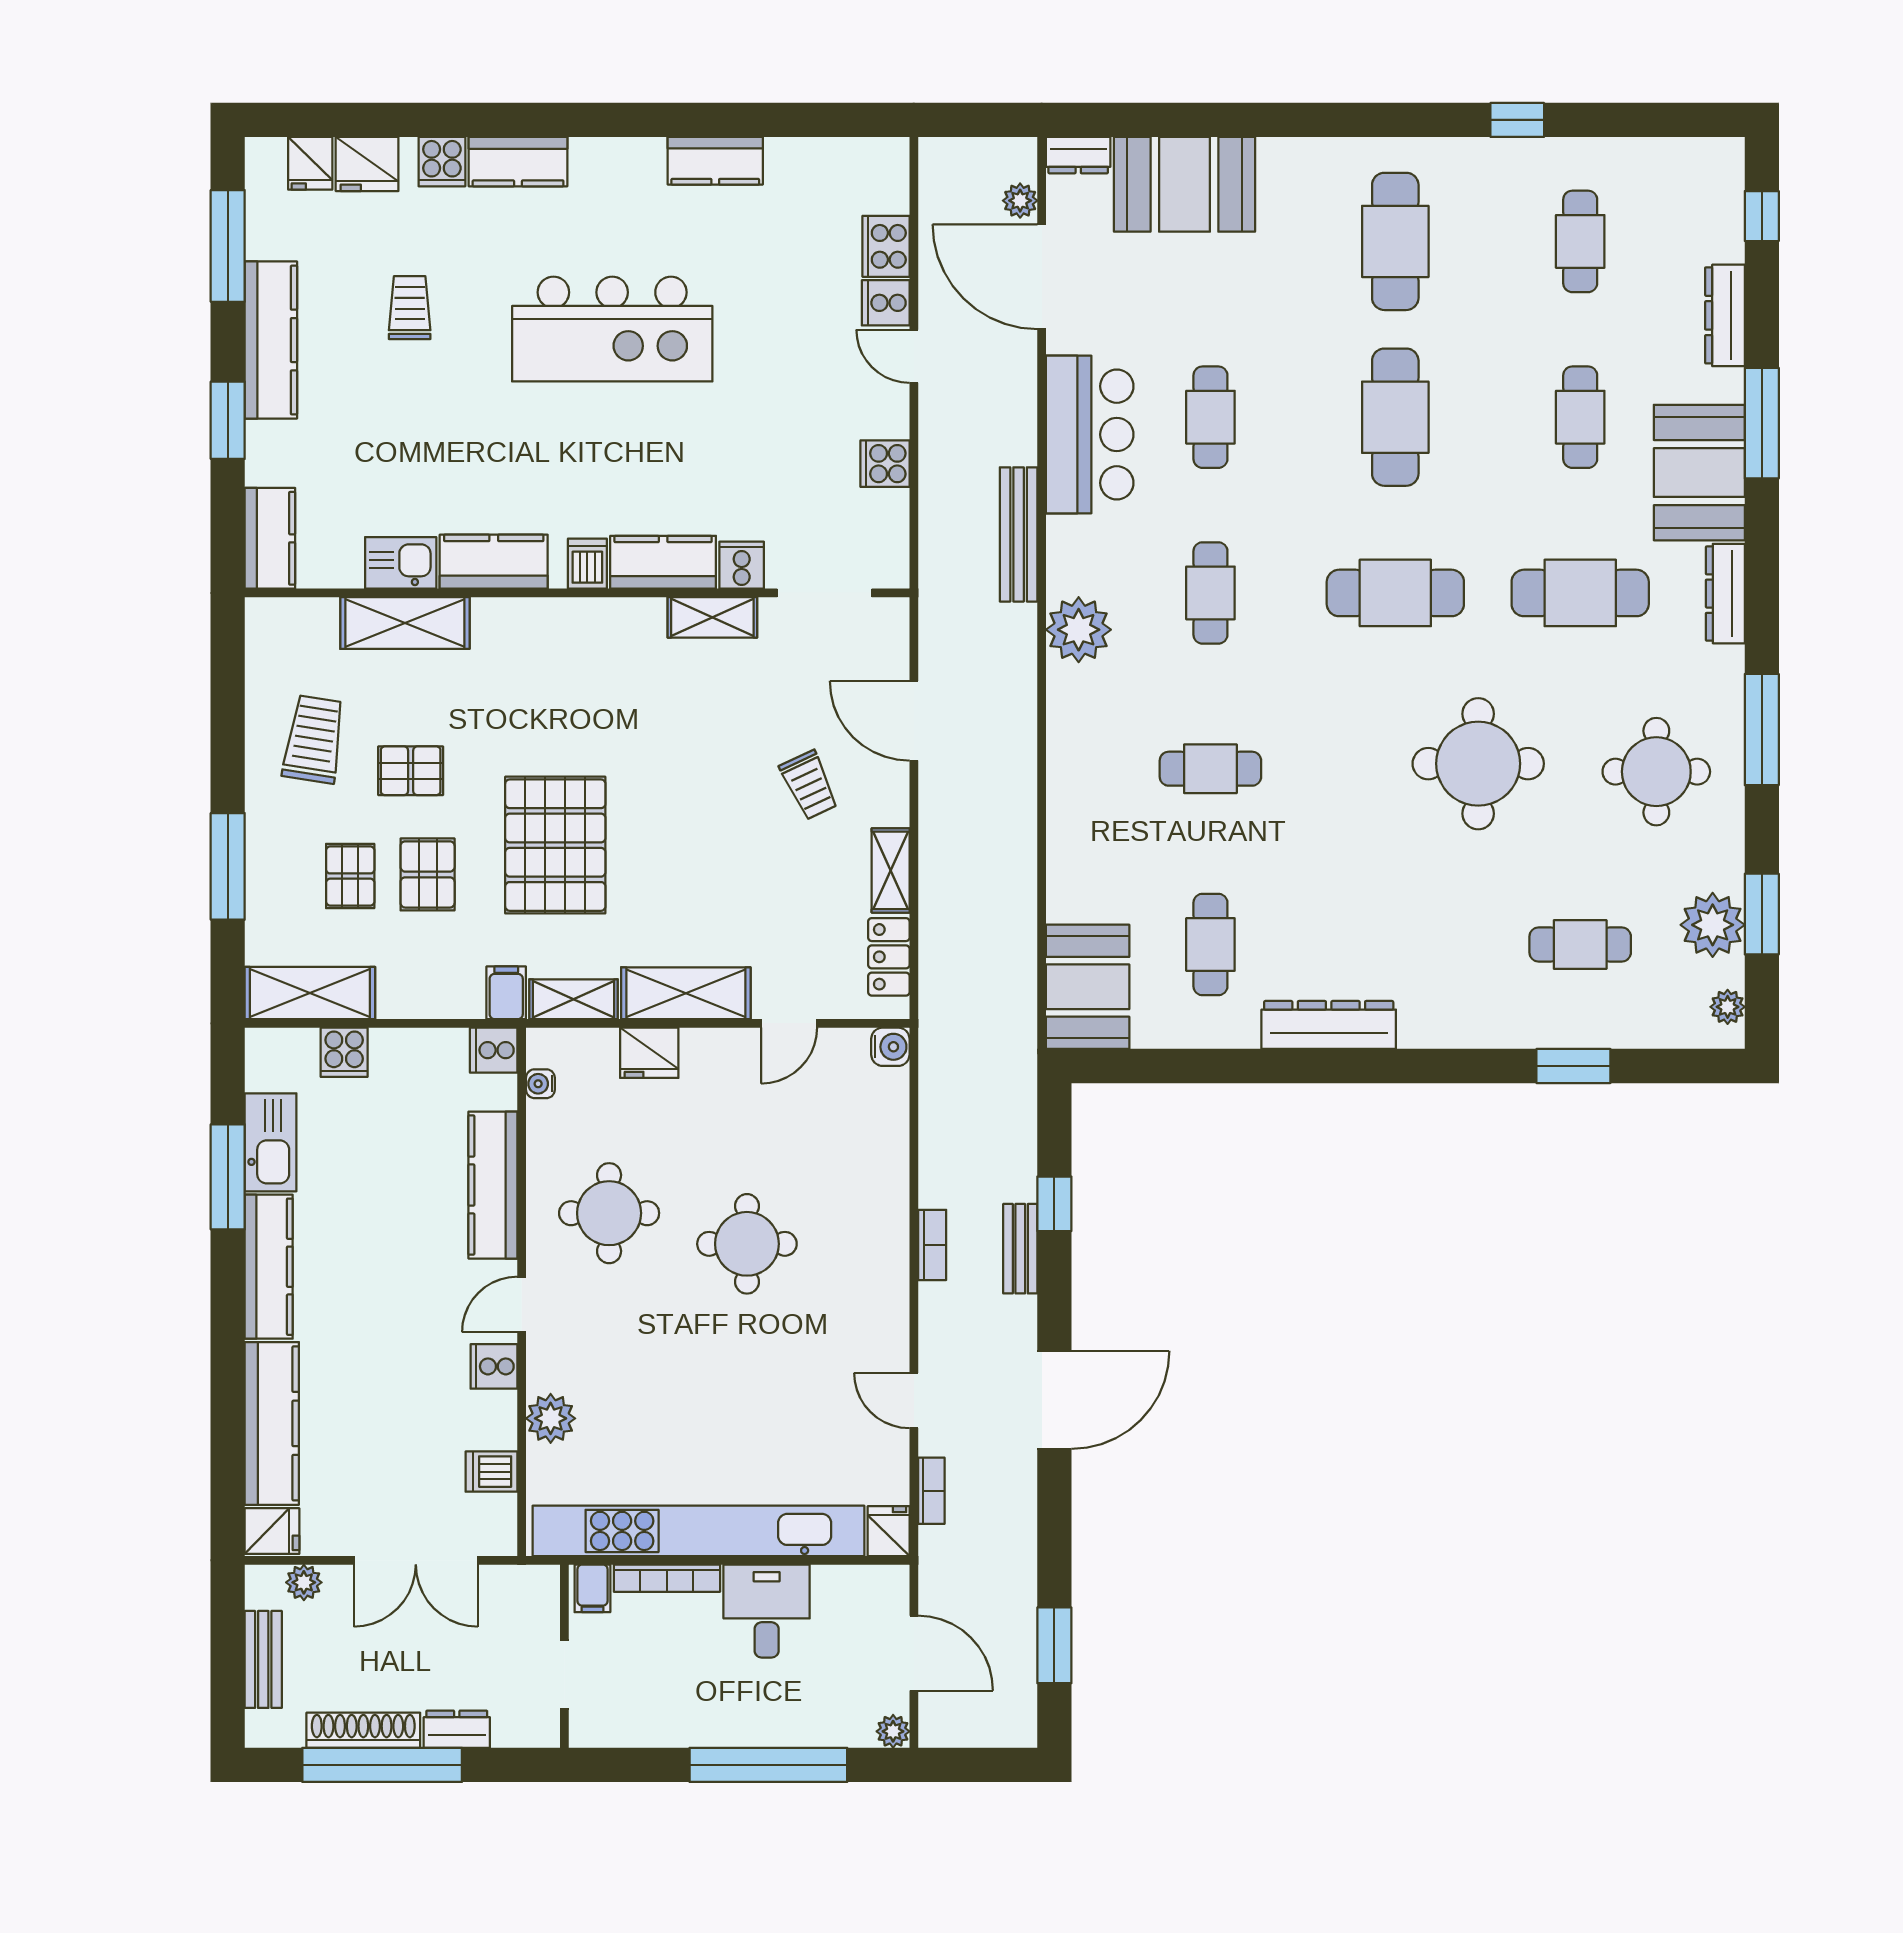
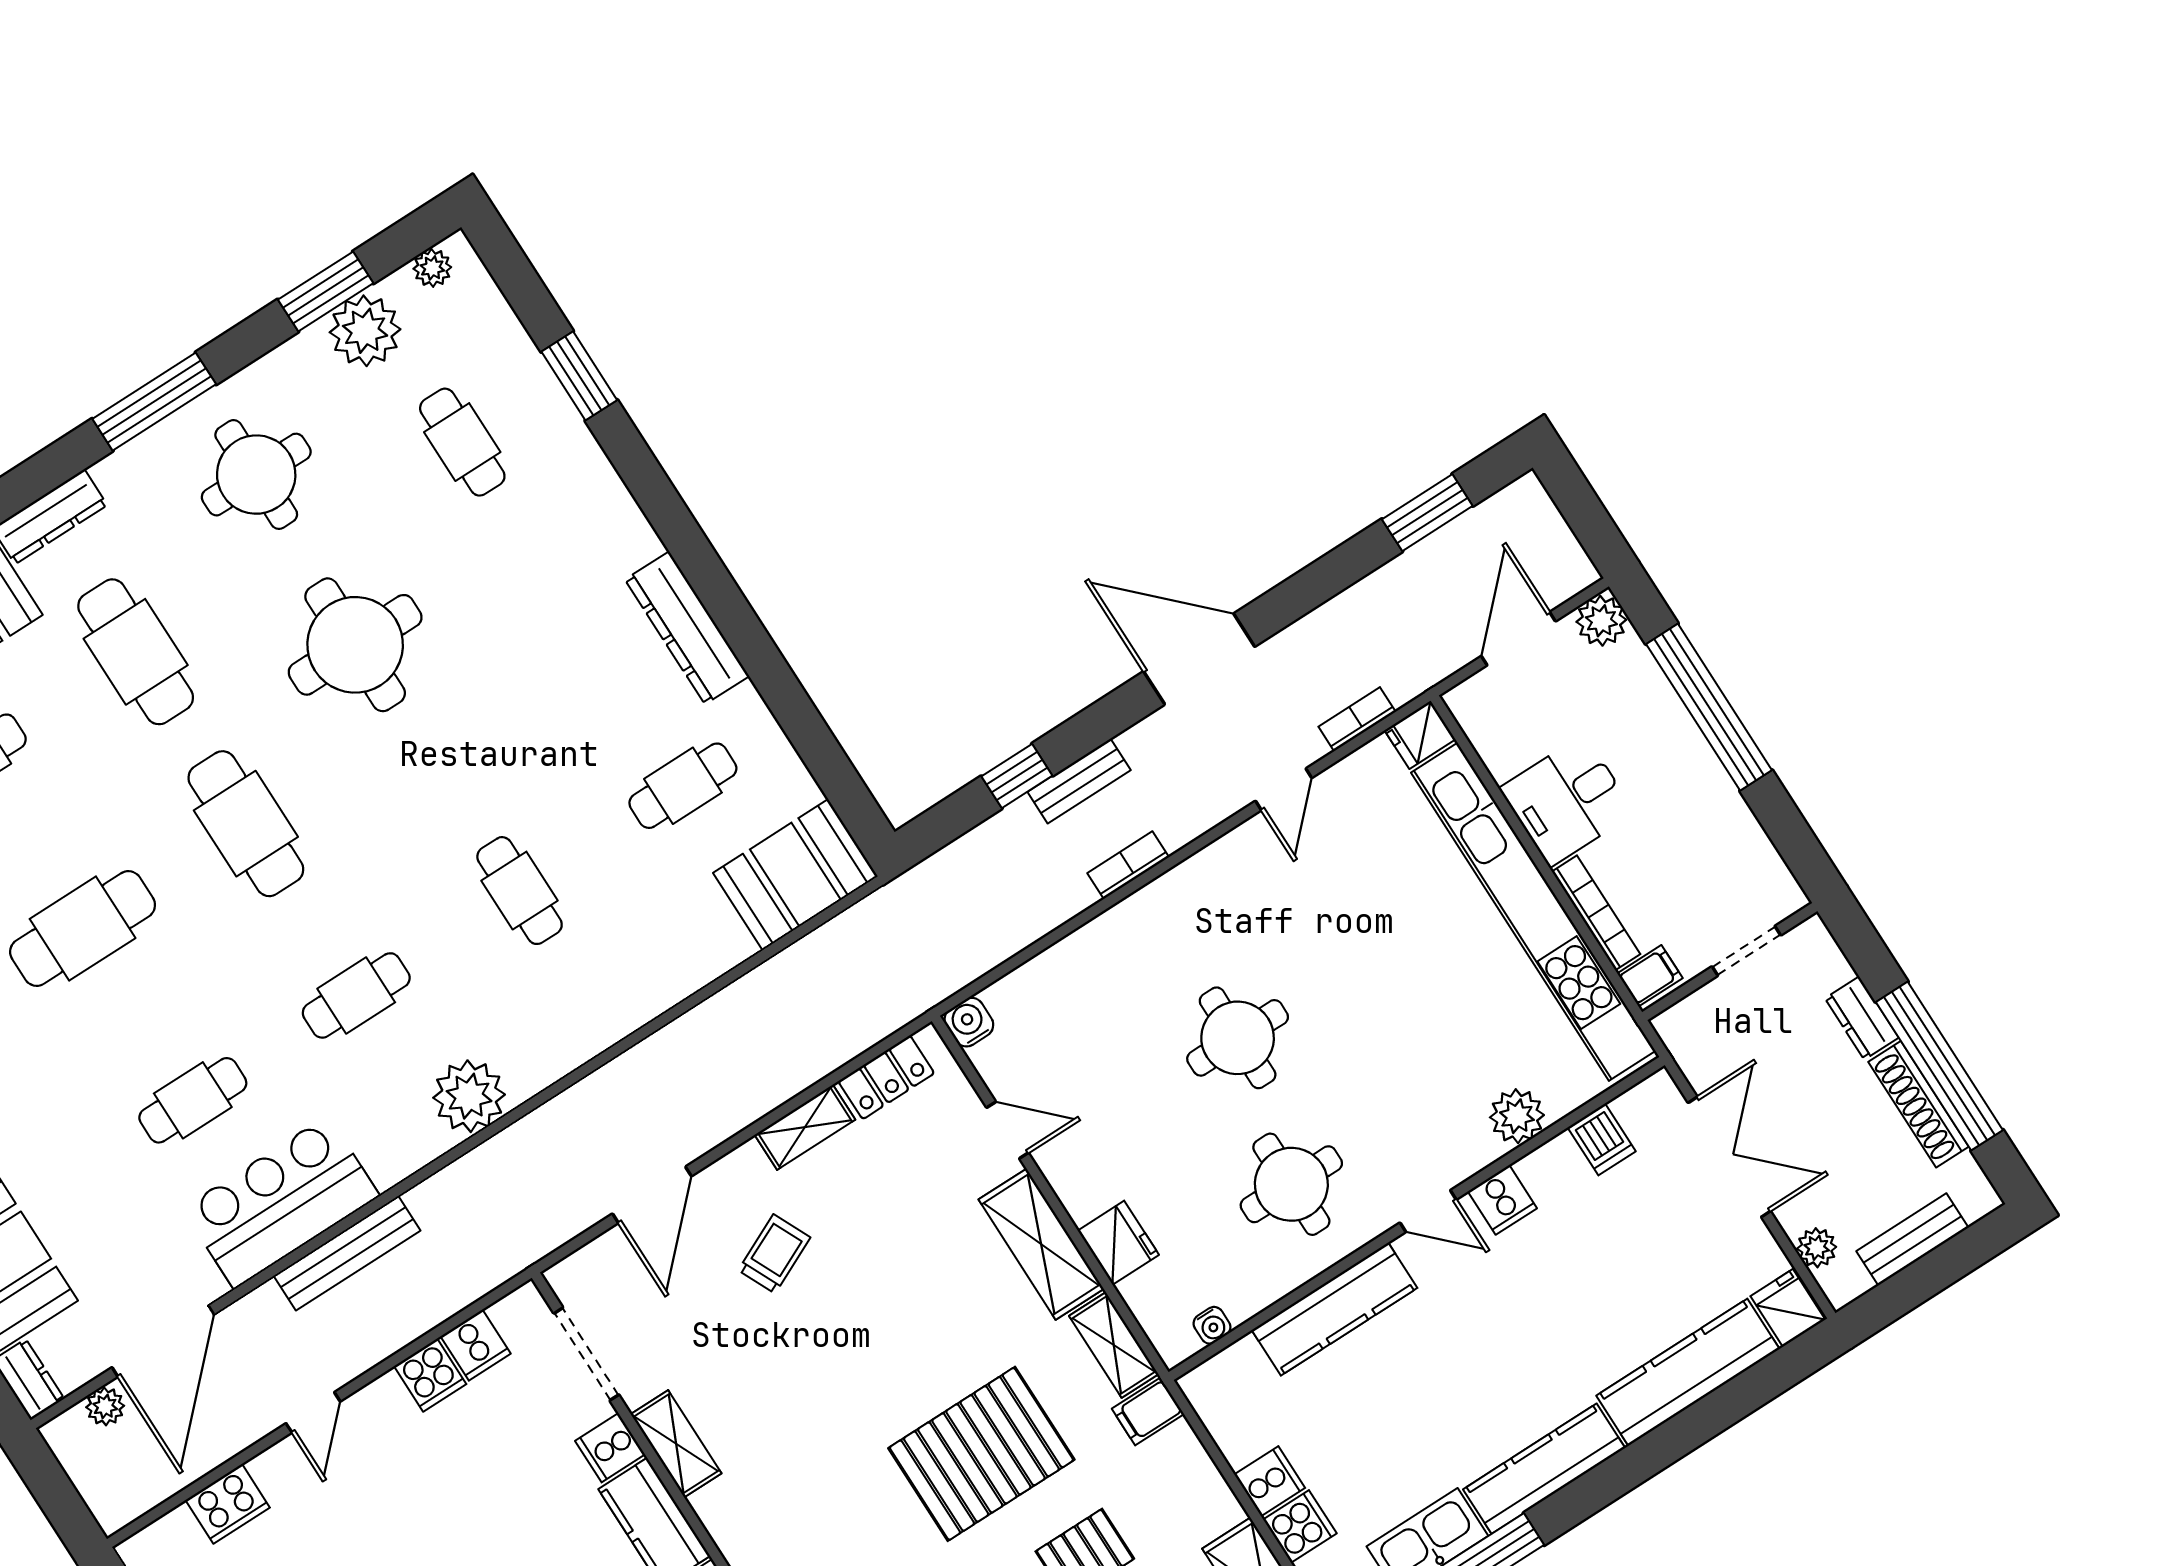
cooker: (886, 303) -> (476, 1345), moved
bench: (1019, 534) -> (347, 1253), moved
cooker: (494, 1050) -> (1270, 1481), moved, turned -90
plant: (893, 1731) -> (1601, 621), width x1.38, depth x1.38

